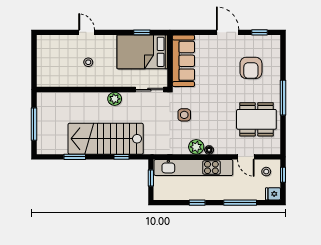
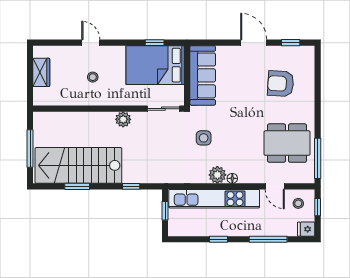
wardrobe: (44, 58) -> (41, 72), added
armchair: (251, 68) -> (281, 84), turned 93
window: (283, 98) -> (318, 158), moved
stairs: (106, 139) -> (78, 165), moved

